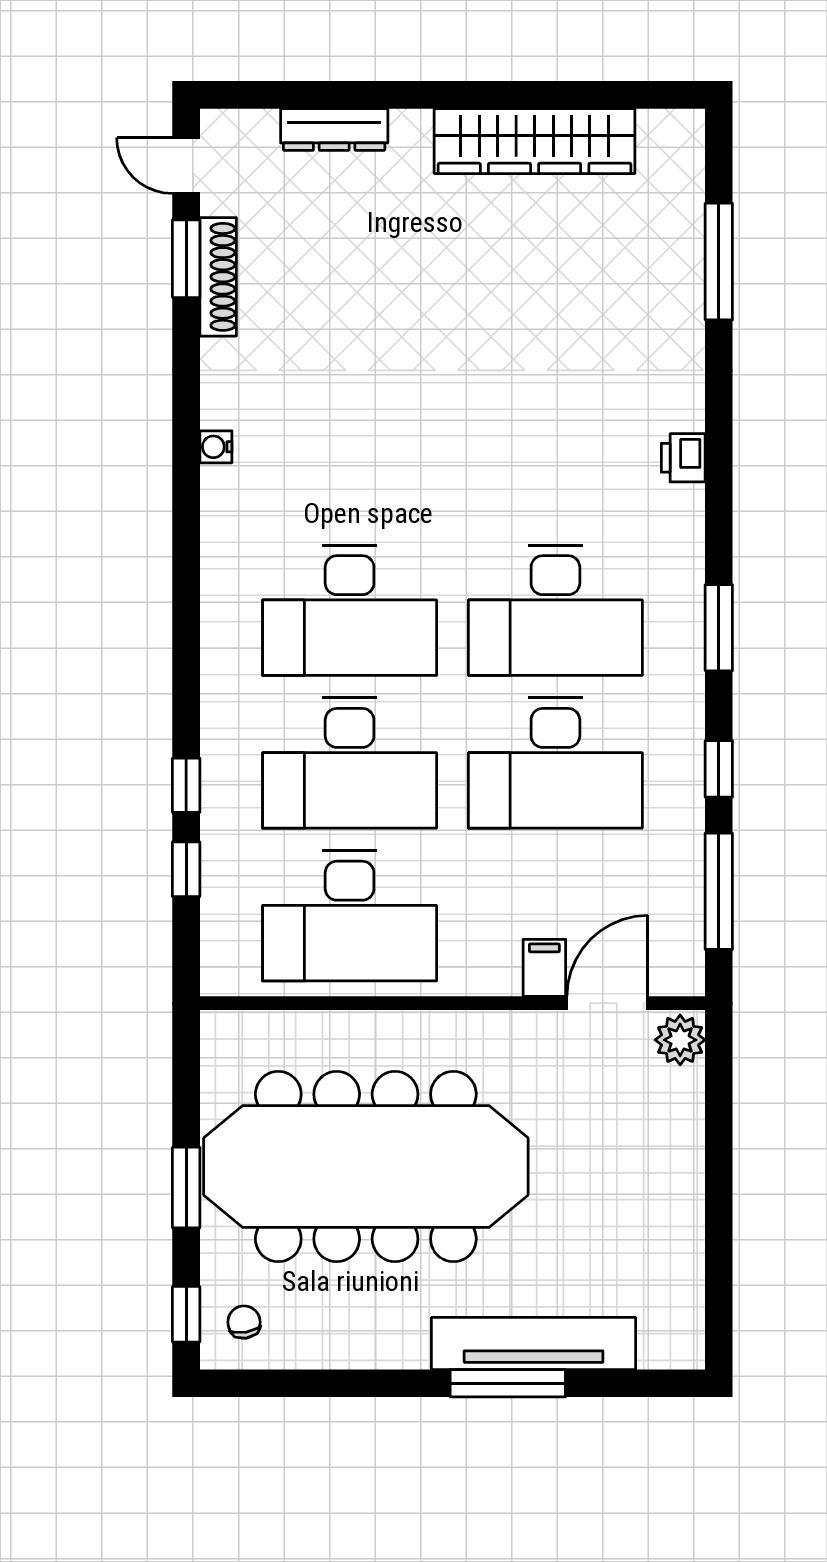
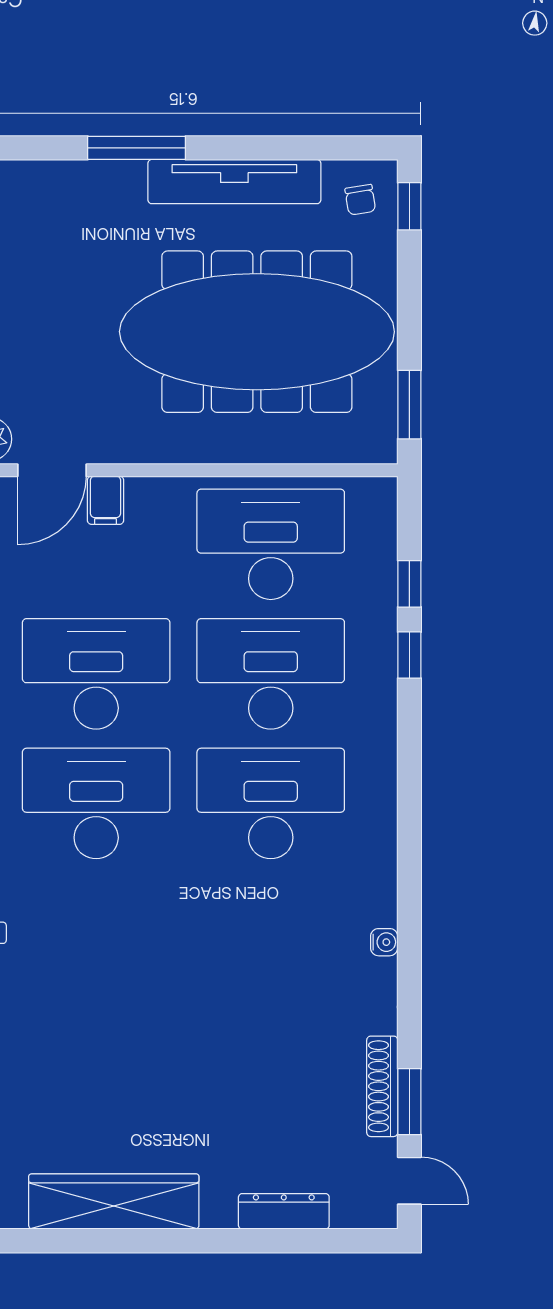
window: (186, 1188) -> (409, 405), moved
tv unit: (534, 1343) -> (234, 182), moved

